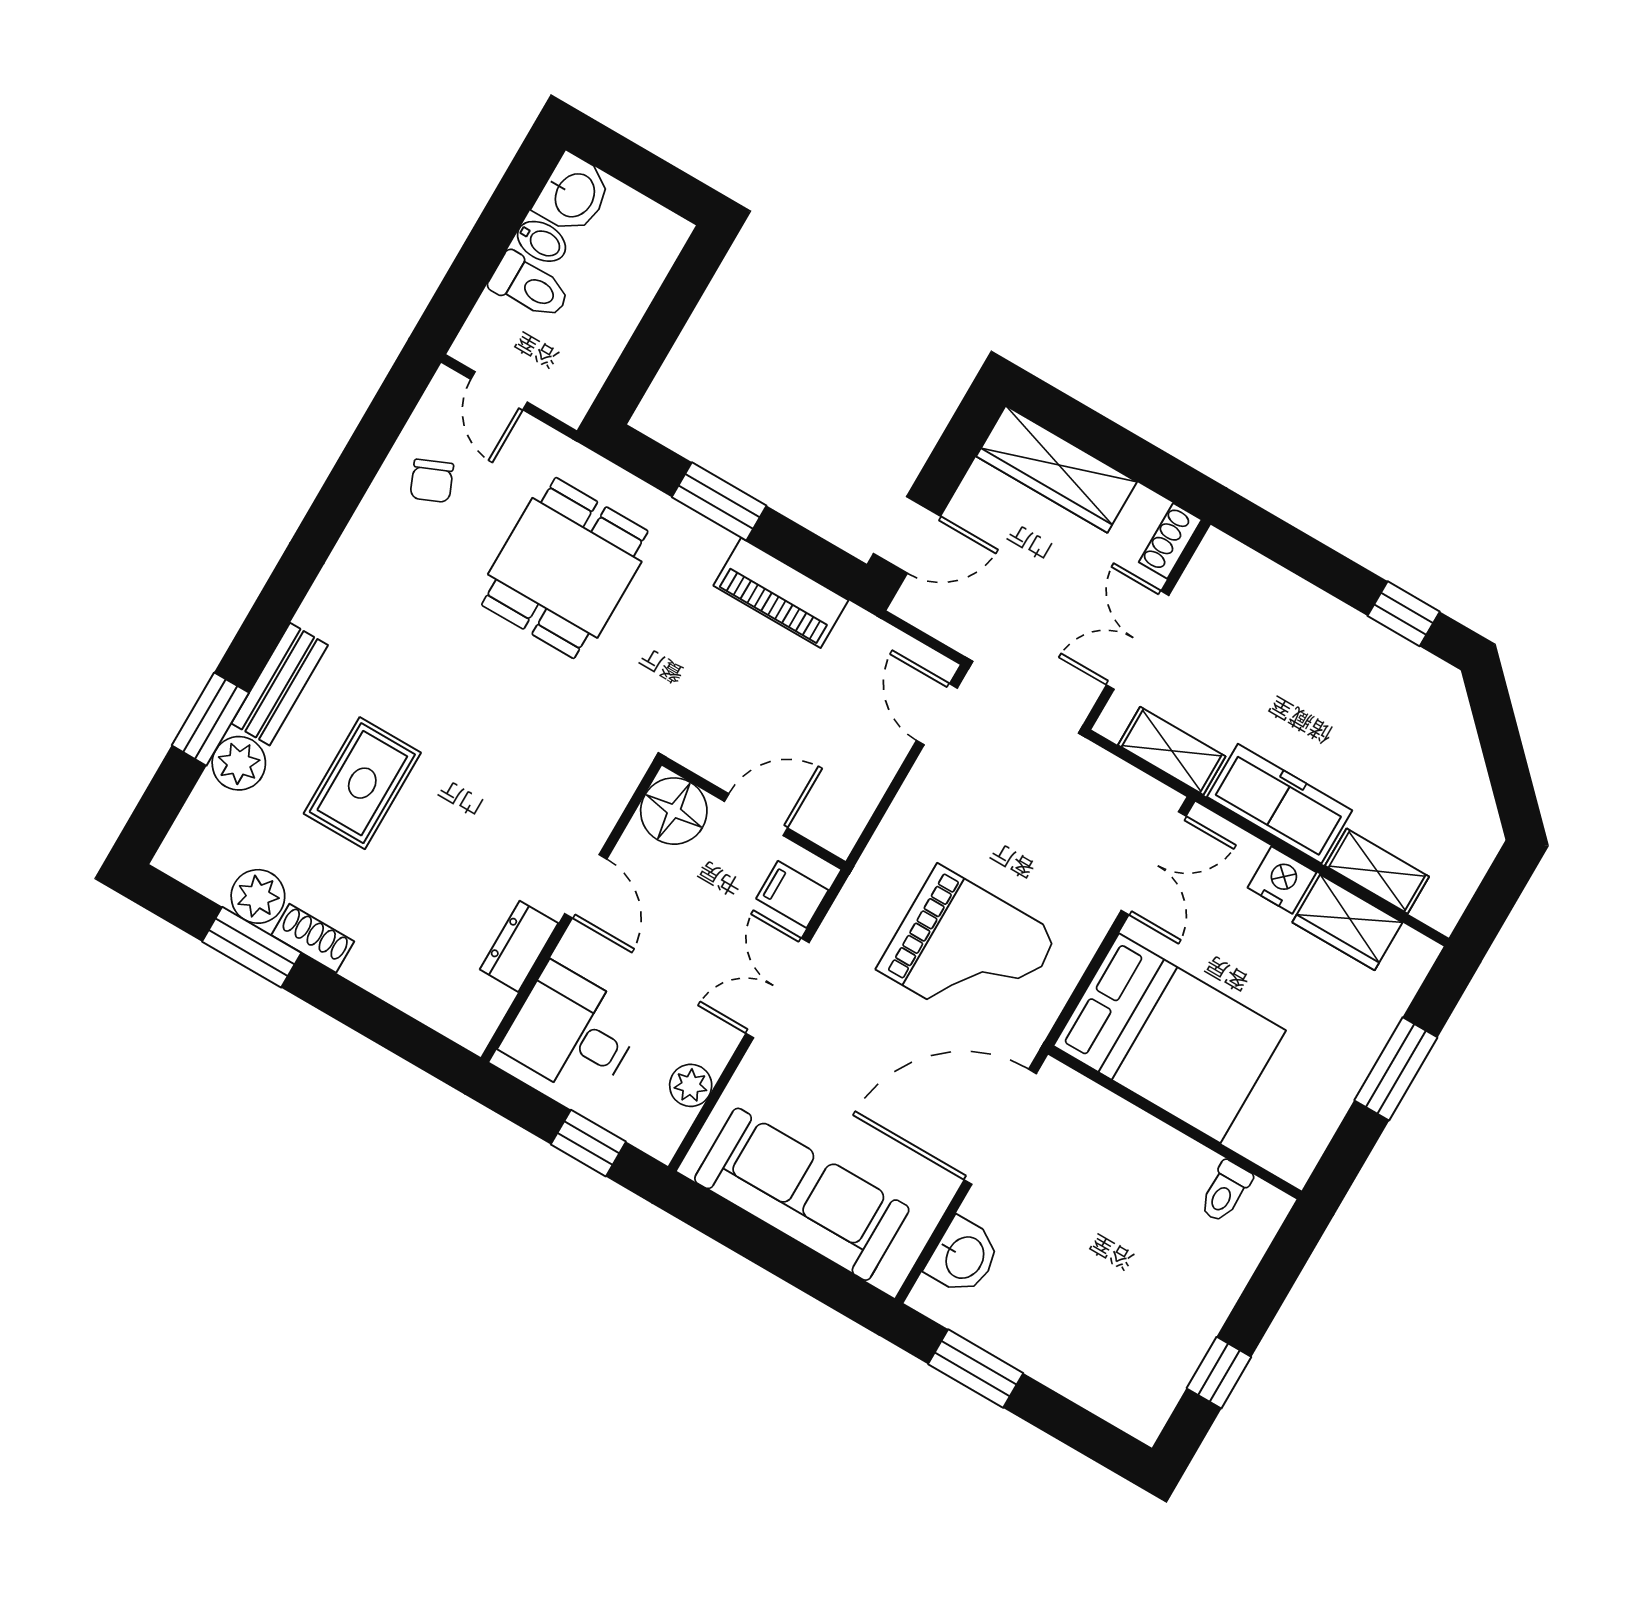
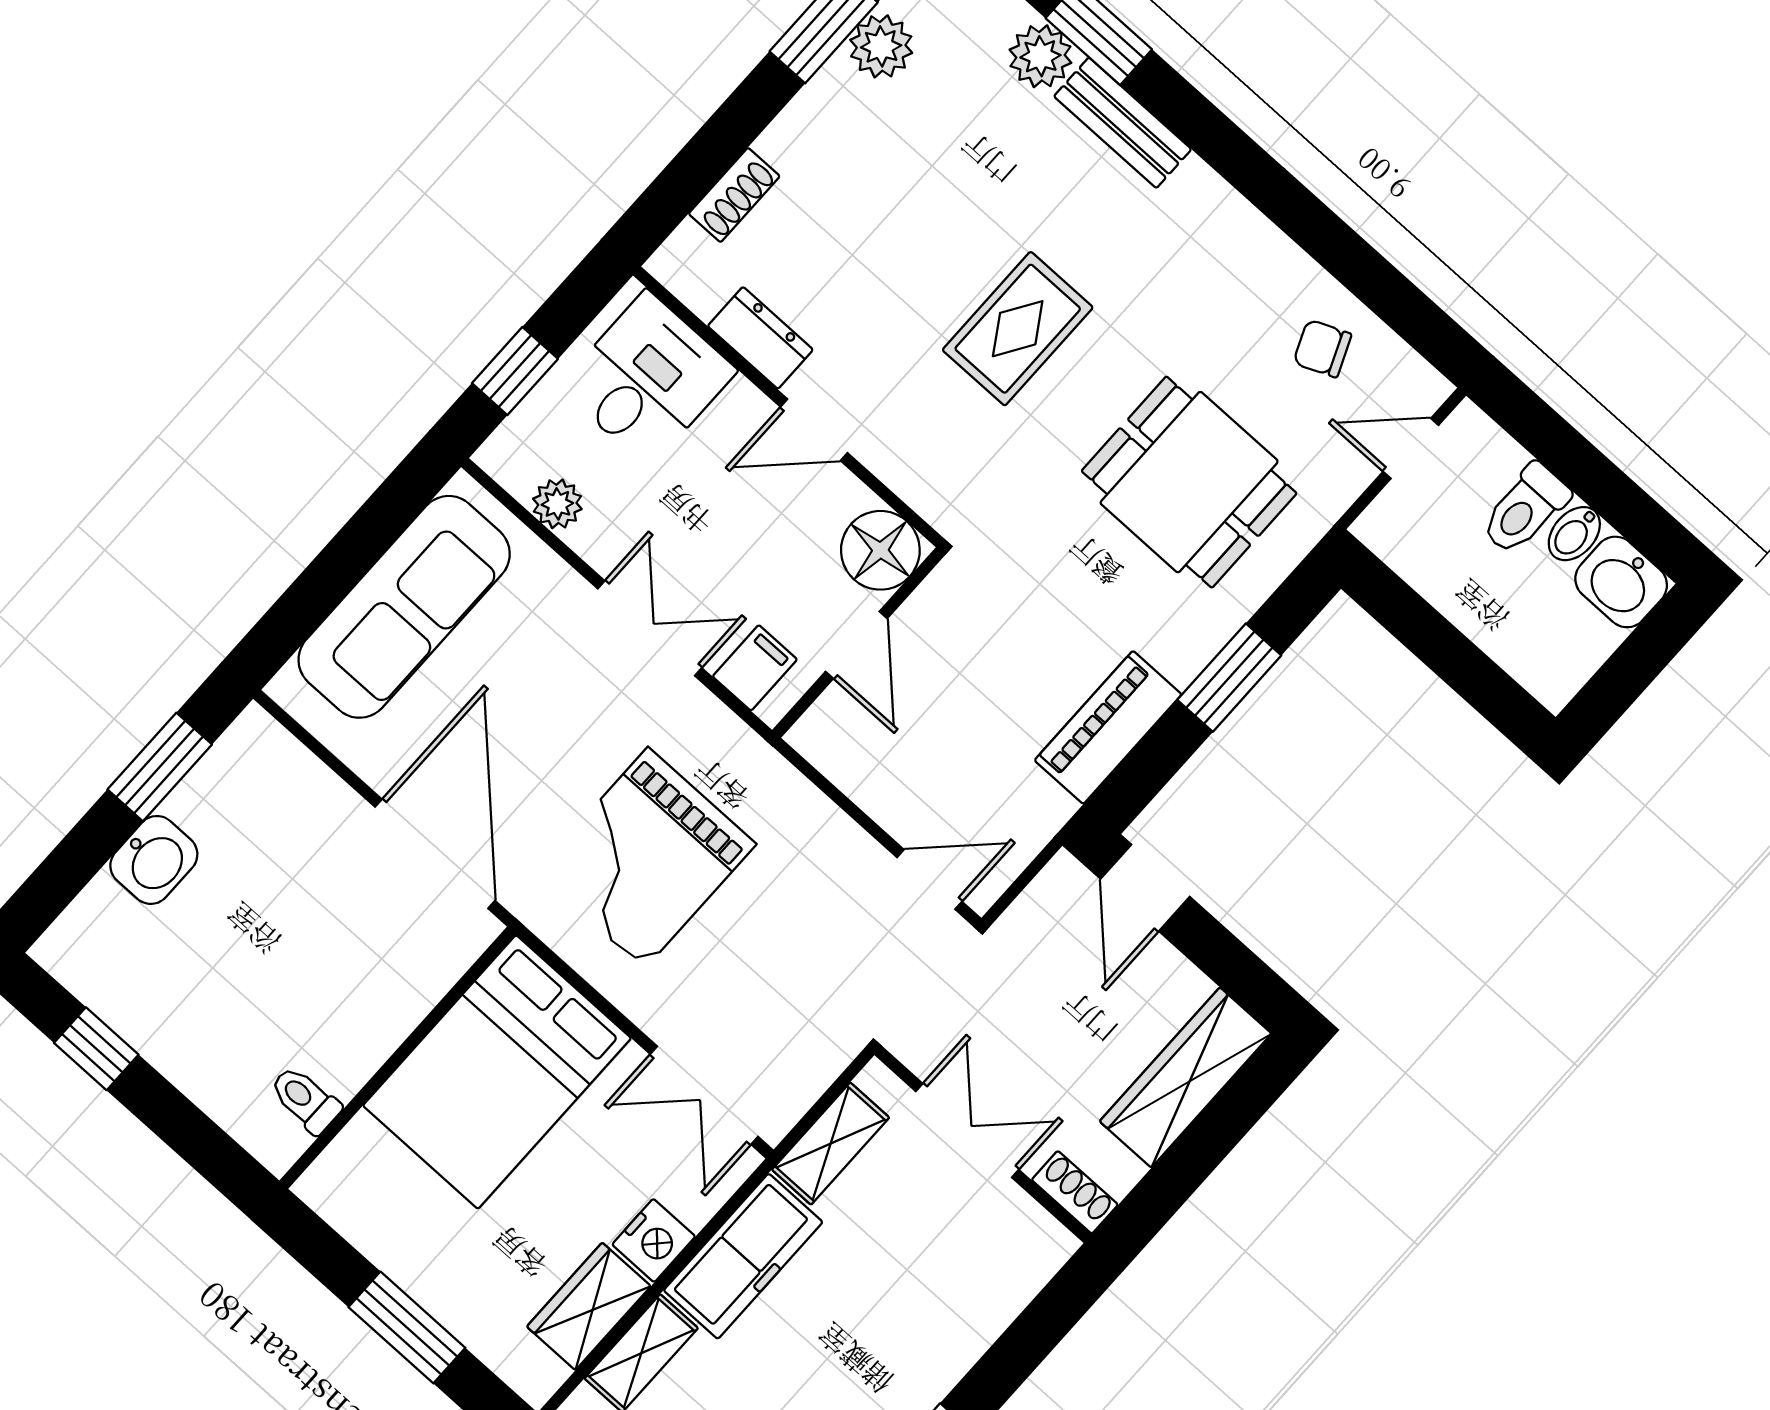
rug: (362, 783) -> (1018, 329), moved, turned 90
shoe rack: (313, 938) -> (734, 195), moved
washbasin: (963, 1257) -> (154, 860), moved, turned -90

